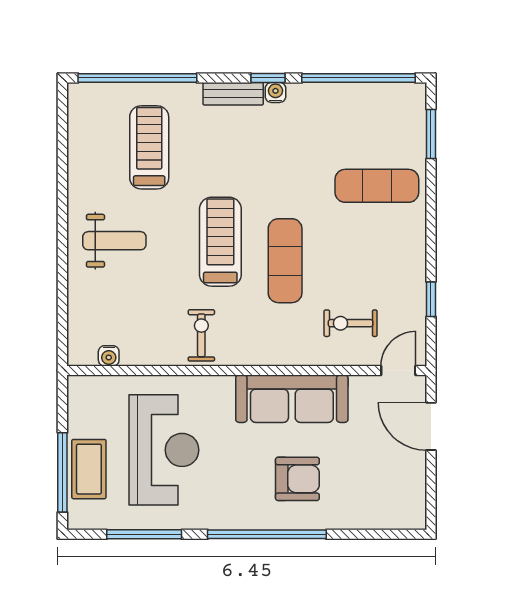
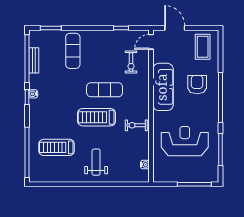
bench: (233, 94) -> (34, 60), moved
door: (398, 370) -> (151, 42), hinge flipped
door: (431, 426) -> (175, 28), swing flipped
coffee table: (89, 469) -> (203, 47), moved, turned 90

